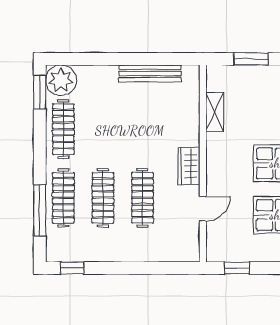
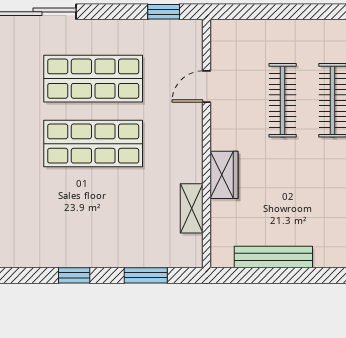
wardrobe: (189, 166) -> (224, 175), moved

